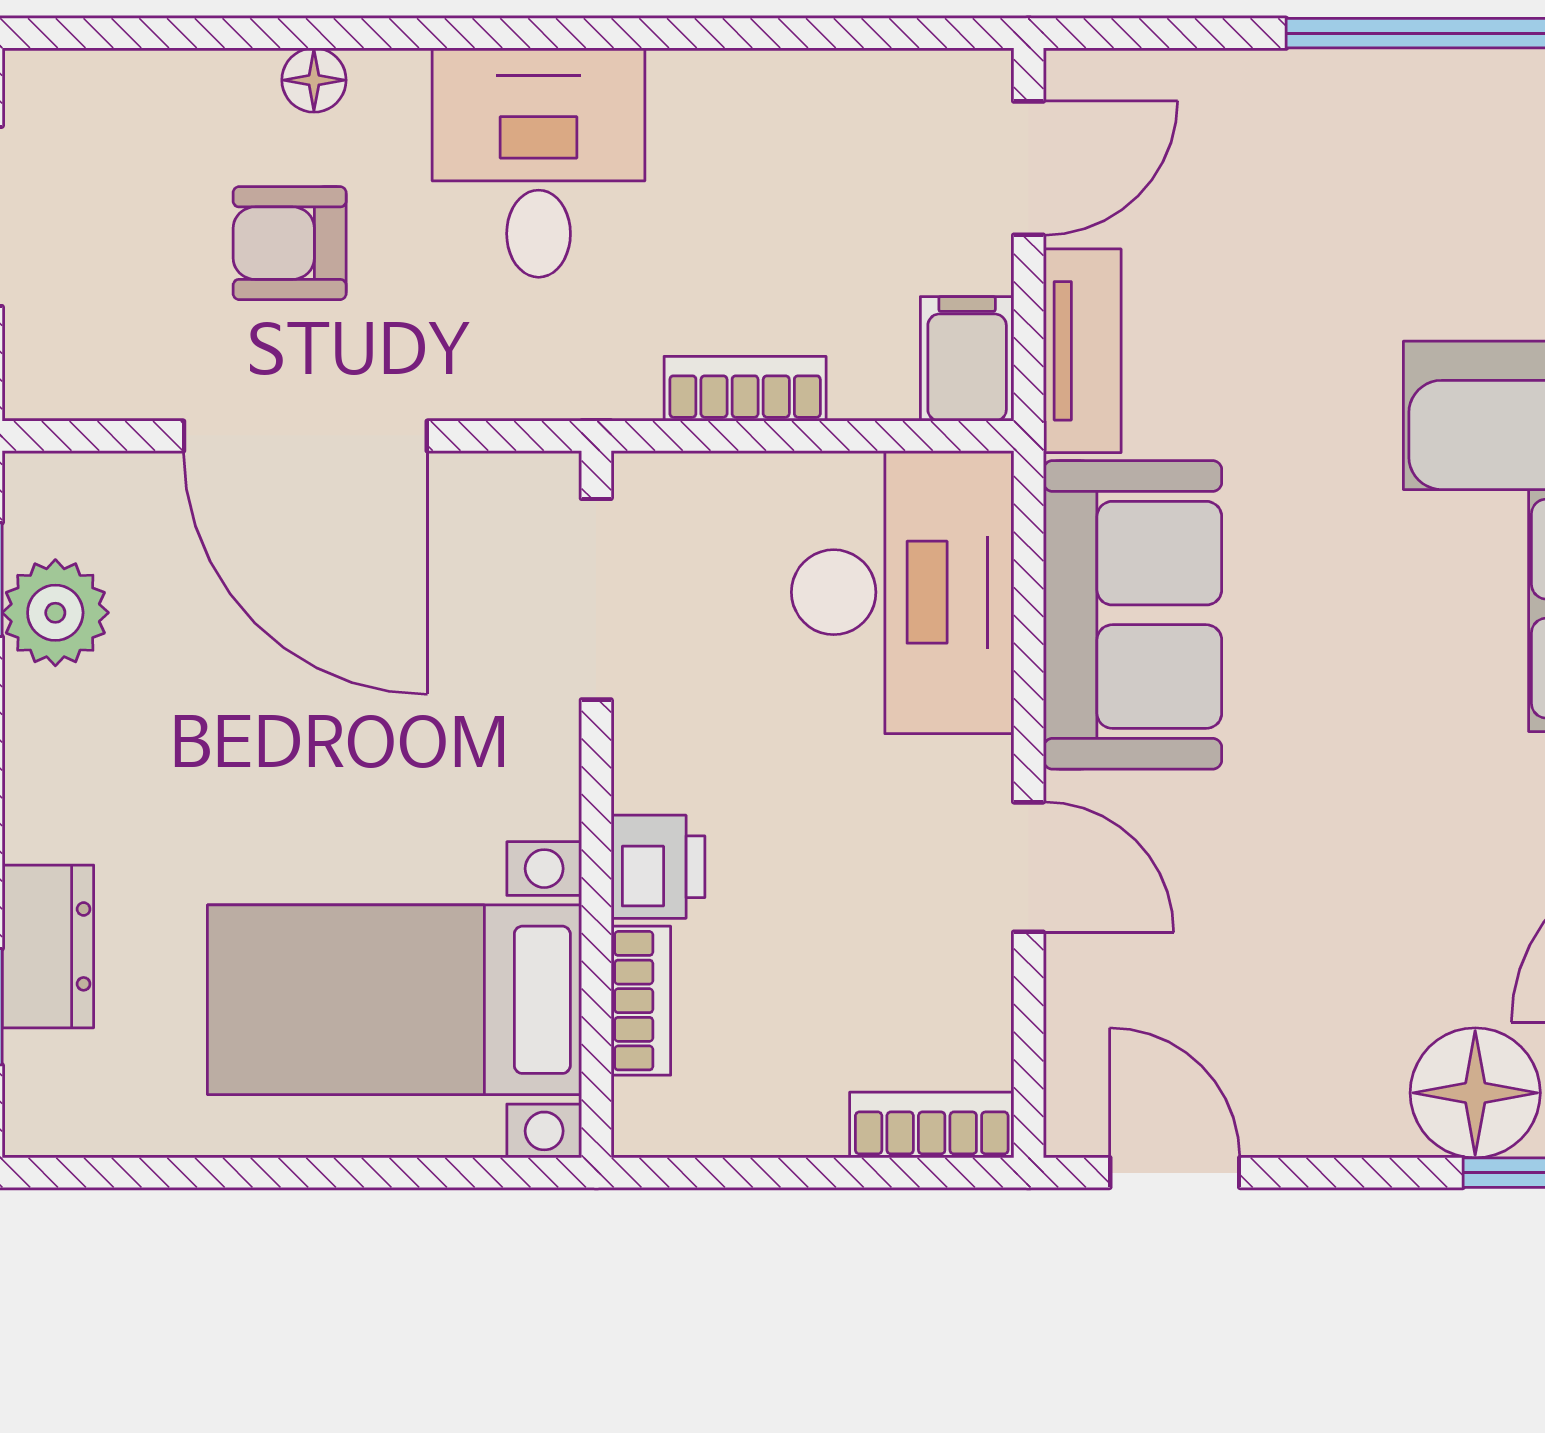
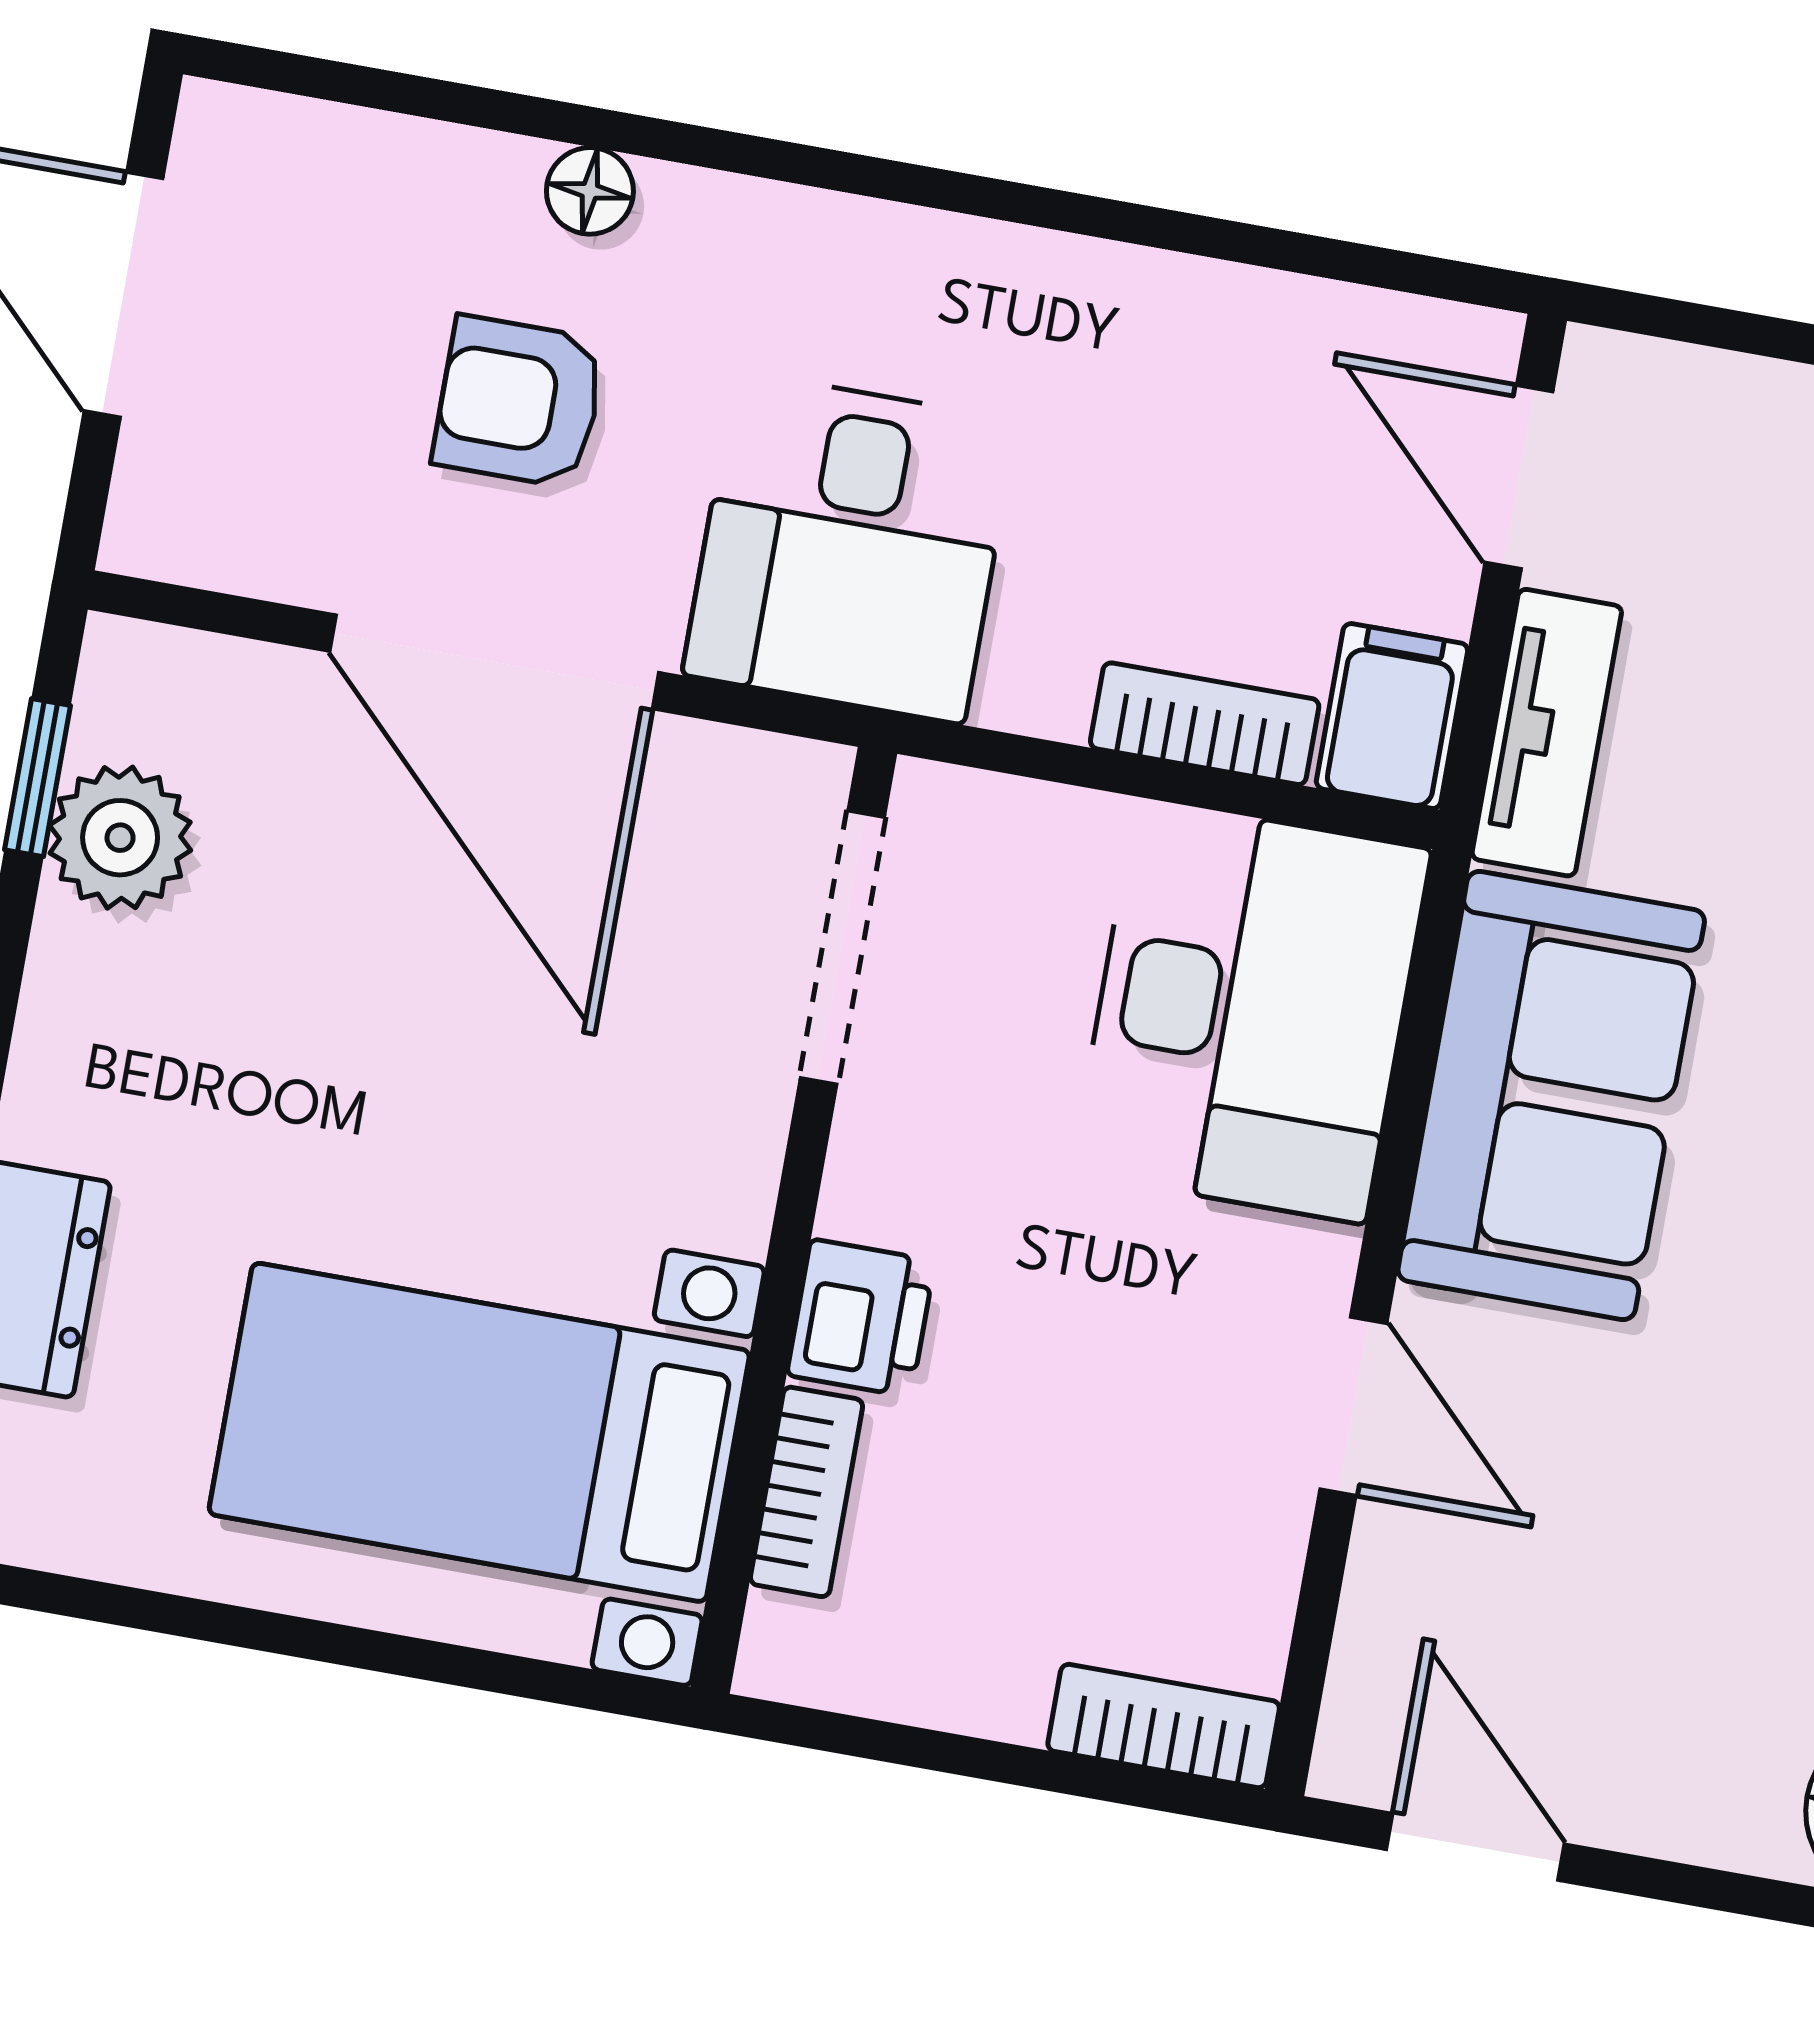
desk: (539, 163) -> (850, 548), moved, turned 180
door: (1029, 168) -> (1519, 477), swing flipped
bookcase: (745, 389) -> (1205, 724), moved

